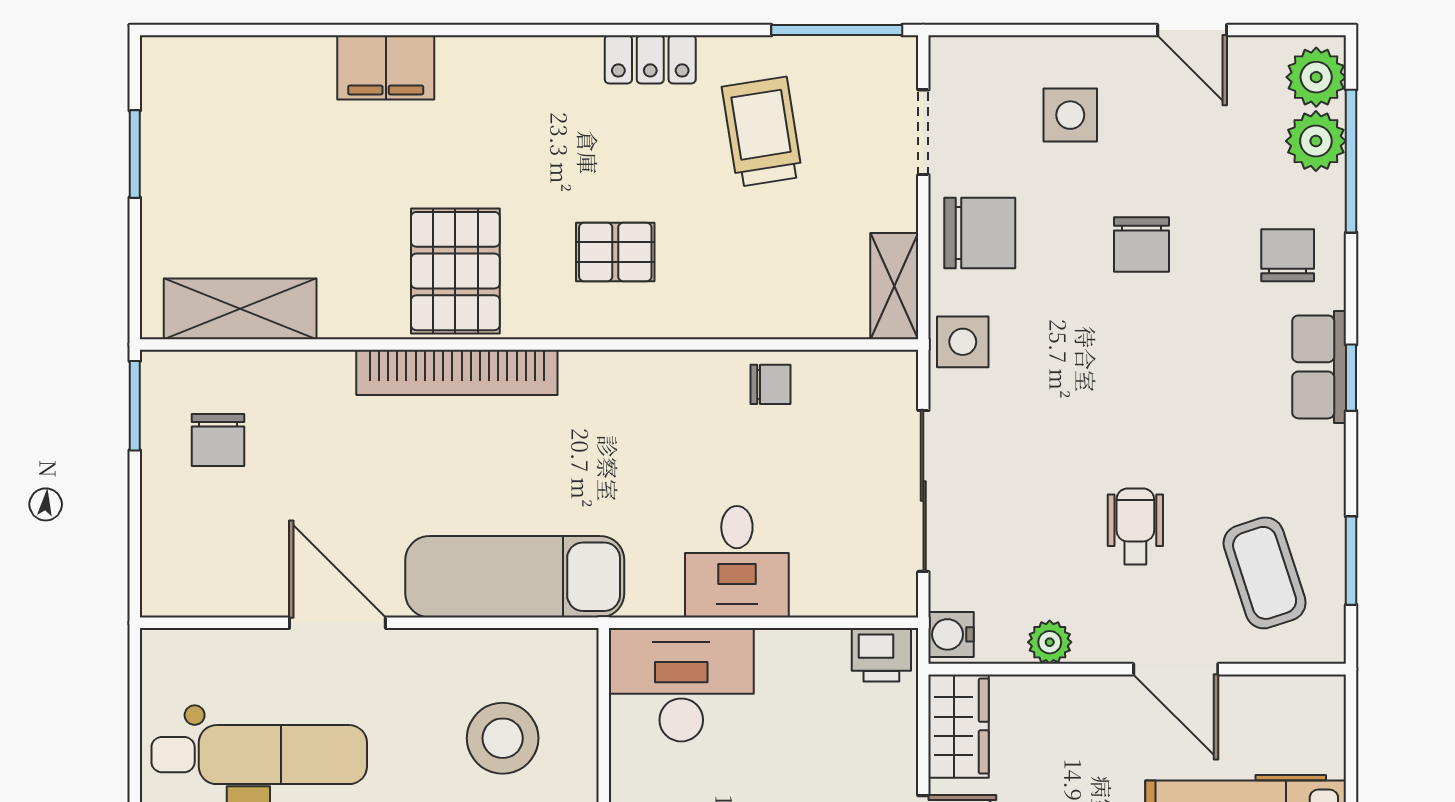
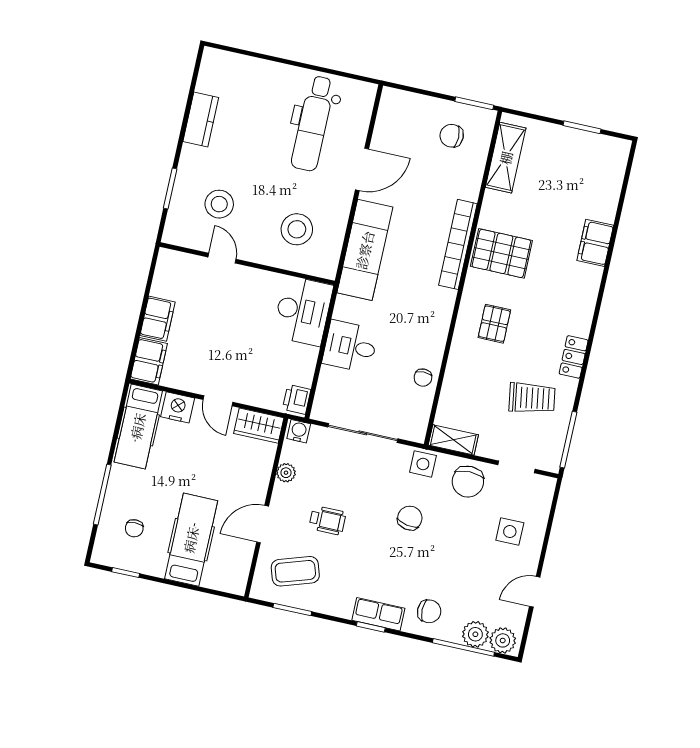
chair: (1142, 245) -> (410, 518), moved, turned 100

